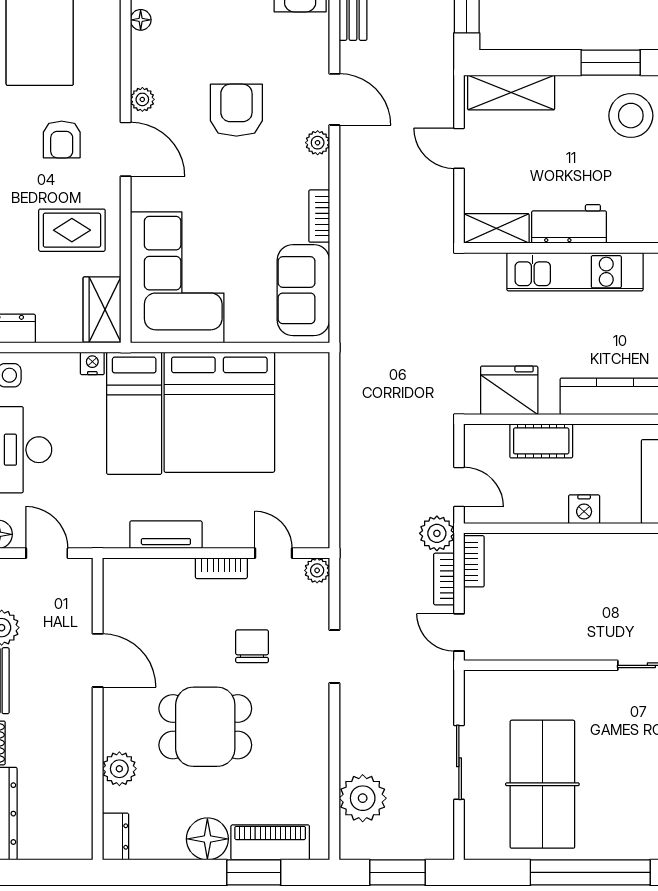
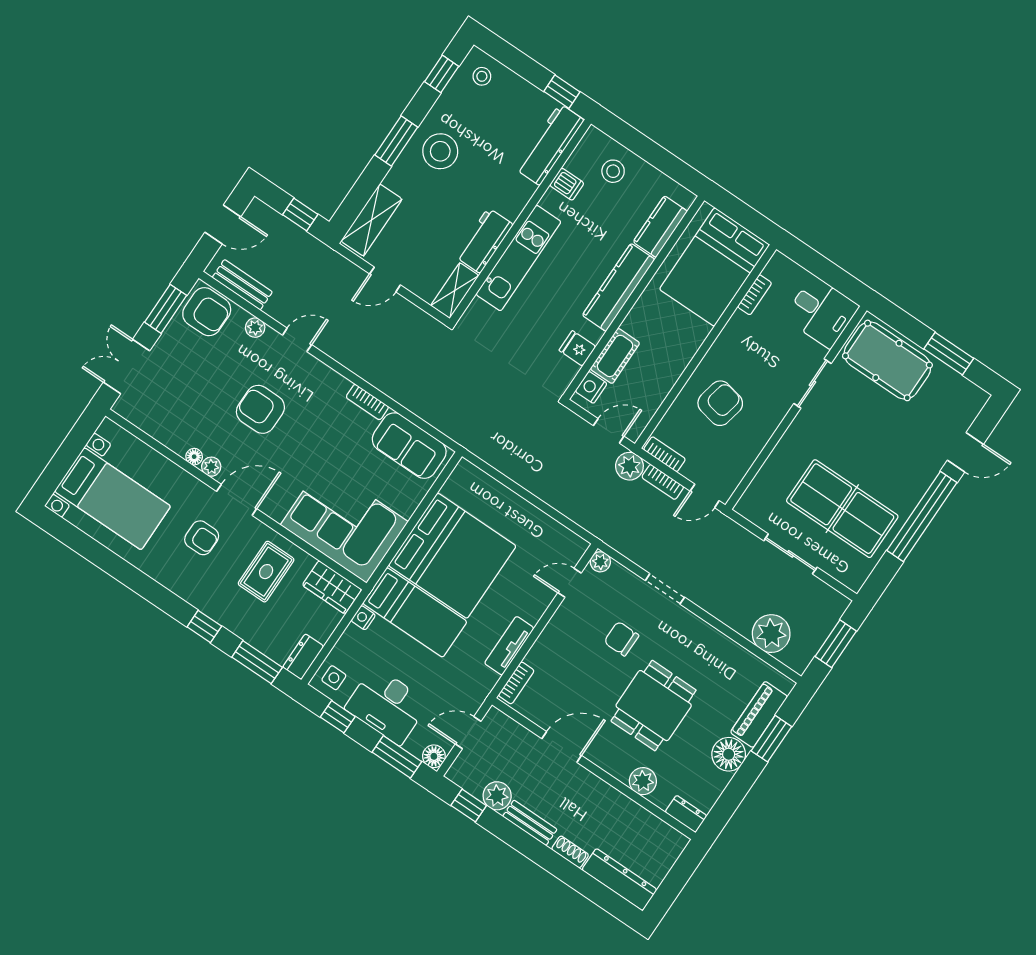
floor lamp: (141, 20) -> (194, 457), moved
door: (334, 99) -> (297, 340), width x0.73
plant: (318, 143) -> (255, 328), moved
fridge: (509, 390) -> (577, 348), width x0.53, depth x0.75
nightstand: (584, 509) -> (591, 387), moved, turned 180
bookcase: (221, 568) -> (516, 683), moved
armchair: (566, 583) -> (720, 403), added

